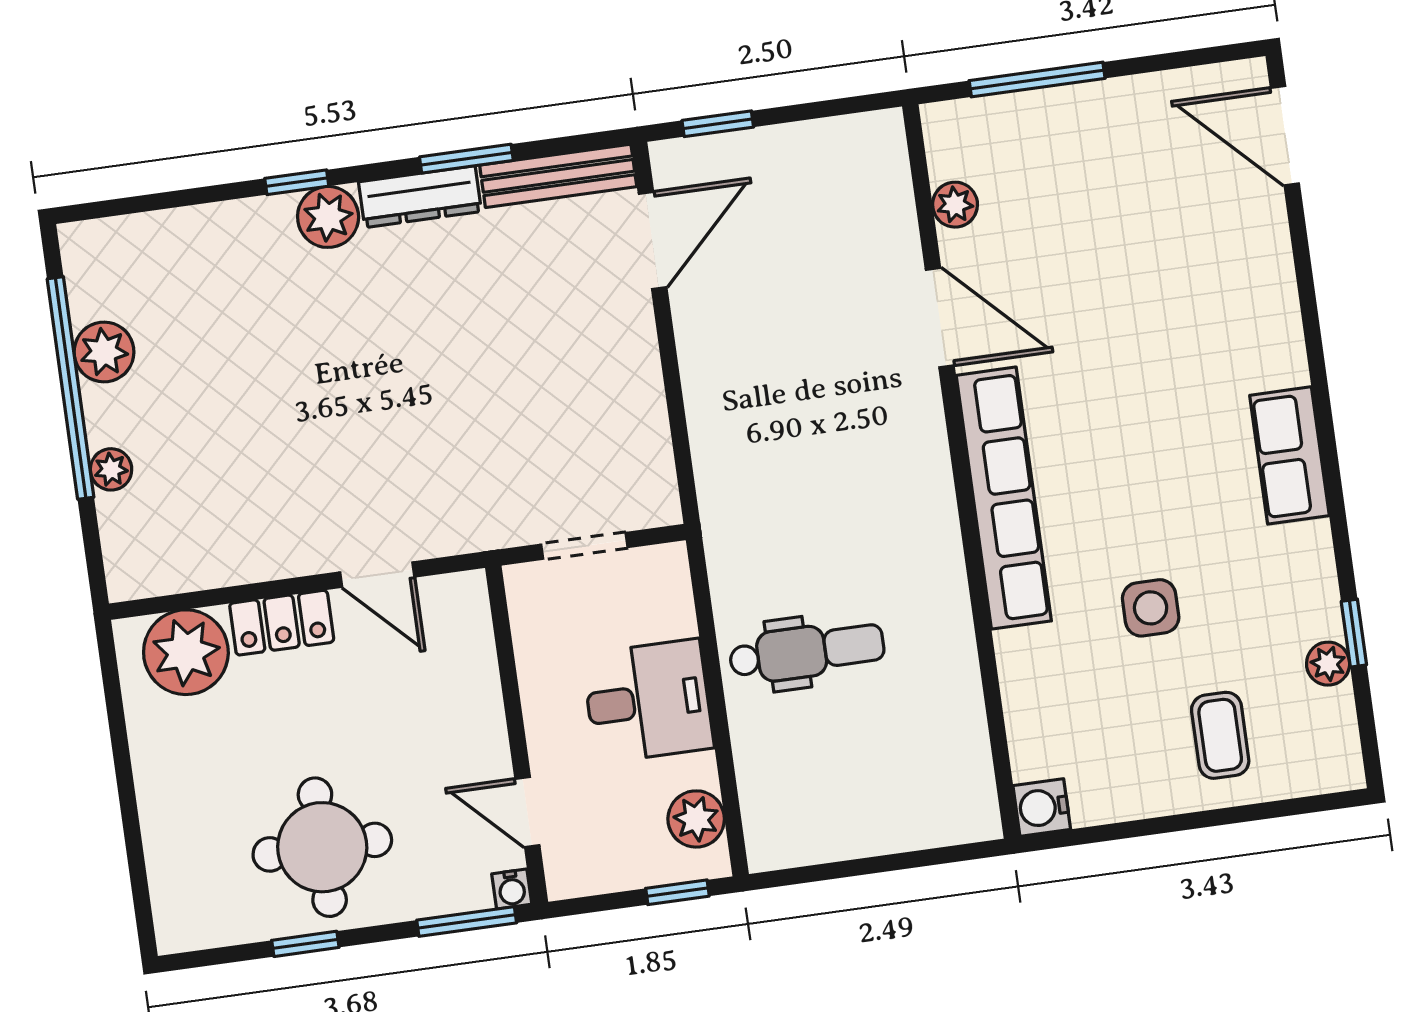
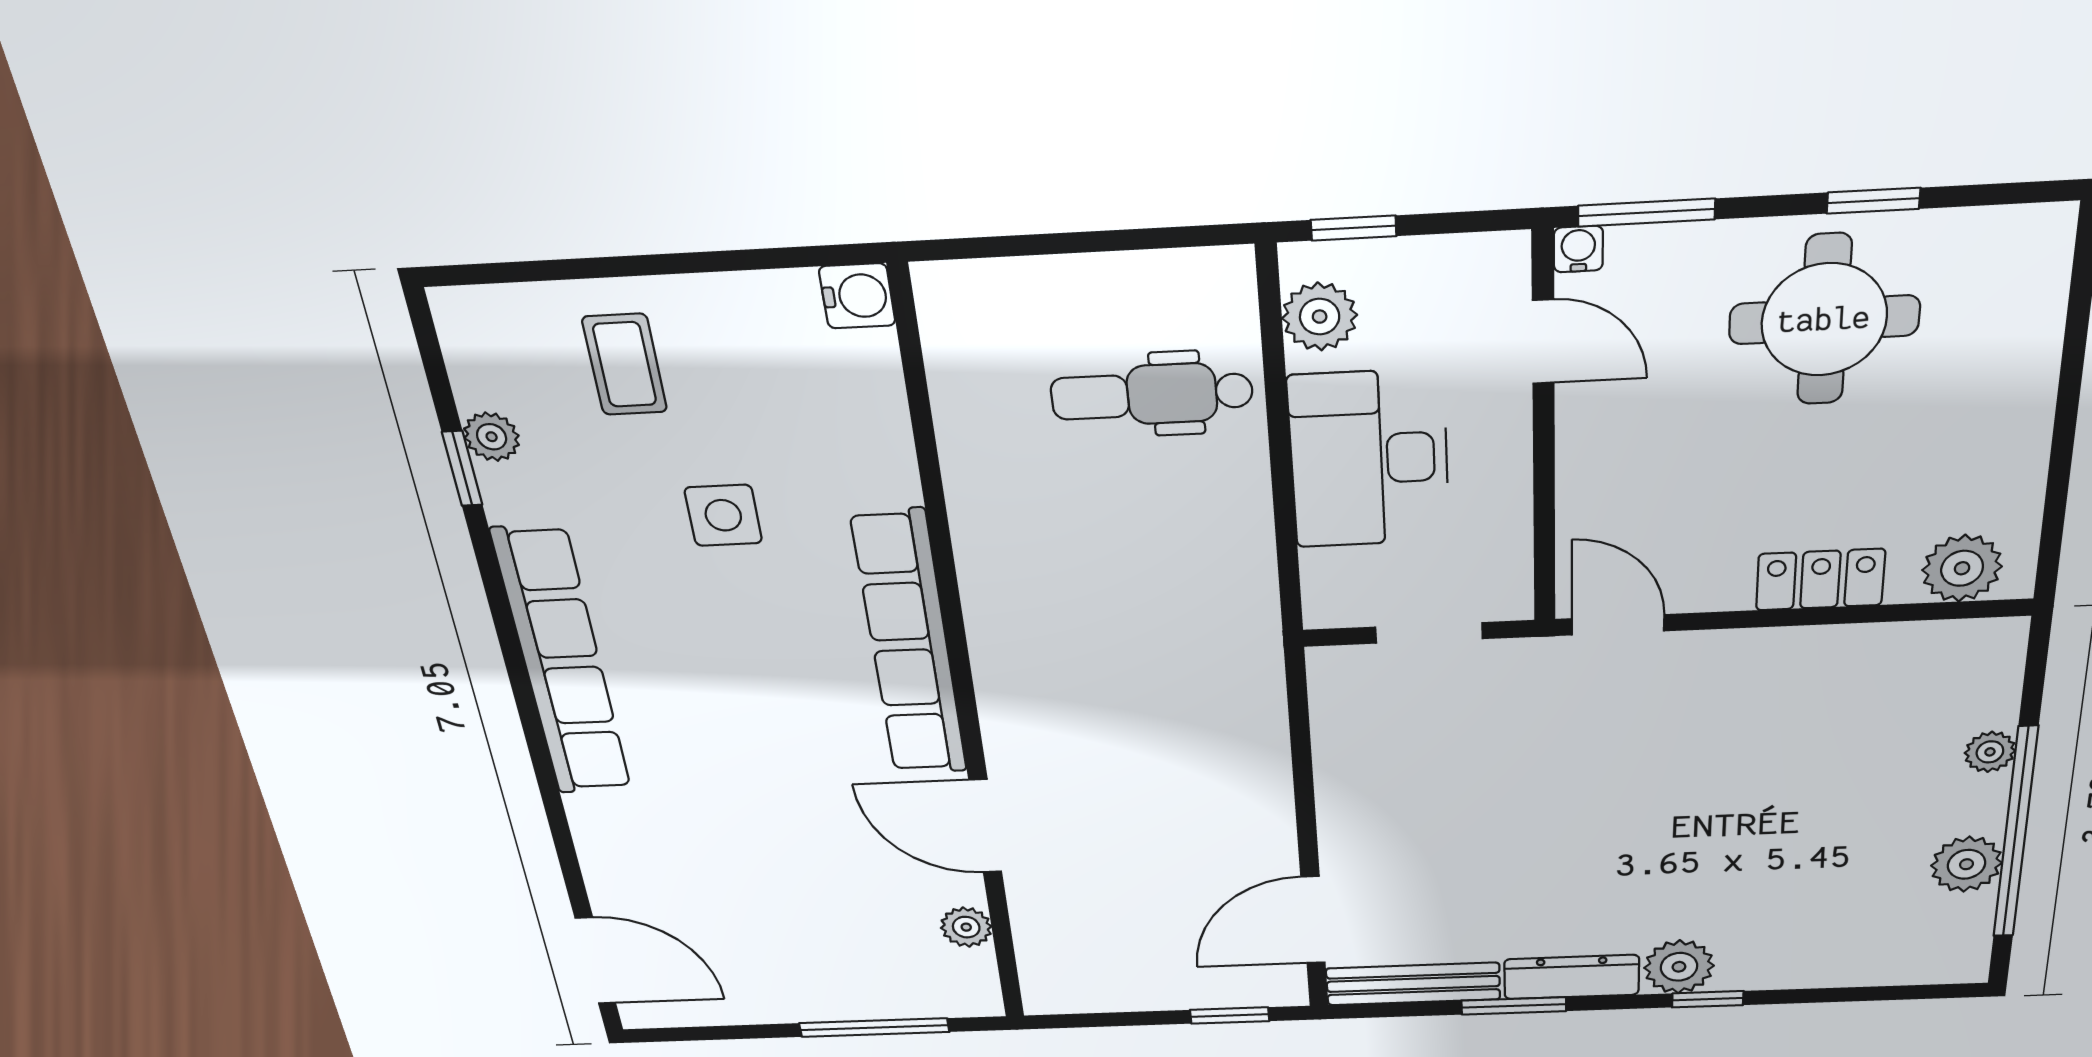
row of seats: (1290, 455) -> (562, 663), width x2.02
door: (377, 575) -> (1618, 625), moved
plant: (186, 652) -> (1962, 568), width x0.73, depth x0.73
dental chair: (807, 652) -> (1152, 395), moved
desk: (648, 701) -> (1369, 459), width x1.37

